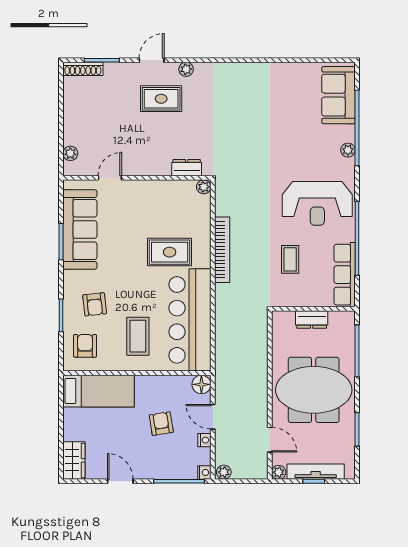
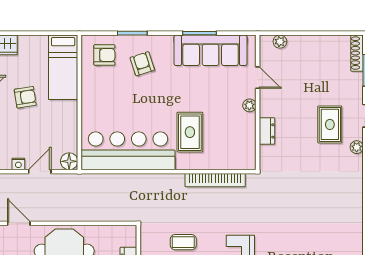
dresser: (187, 168) -> (267, 131), moved
plant: (204, 187) -> (249, 105), moved
bookcase: (222, 250) -> (215, 180), moved
armchair: (95, 304) -> (142, 64), turned 78
coffee table: (138, 336) -> (113, 103), removed
armchair: (161, 424) -> (25, 97), moved
door: (270, 440) -> (19, 223), swing flipped

